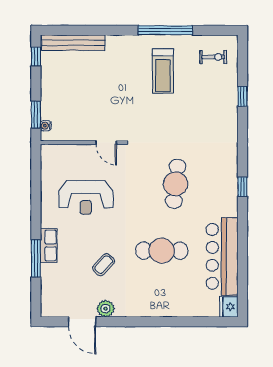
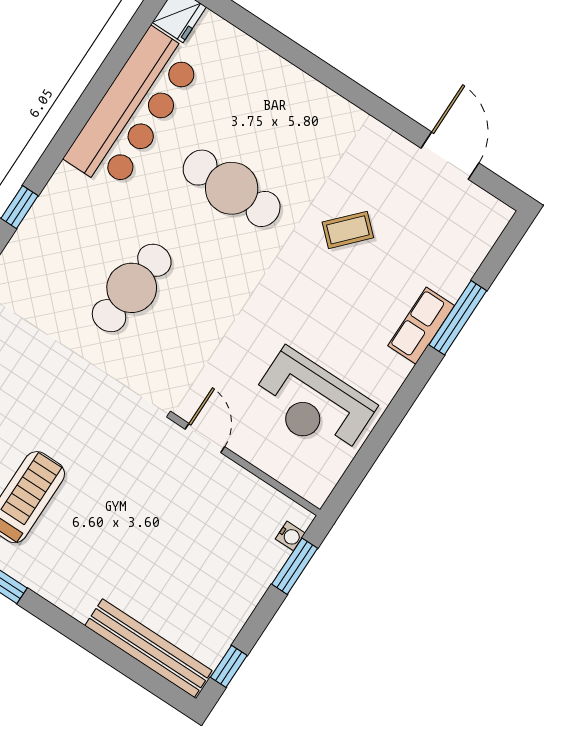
reception desk: (86, 198) -> (313, 404), moved, turned 180
plant: (106, 309) -> (395, 152), removed

